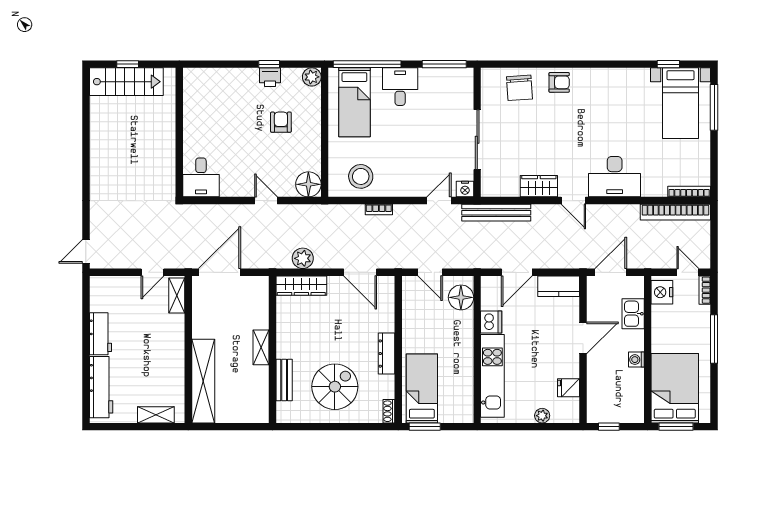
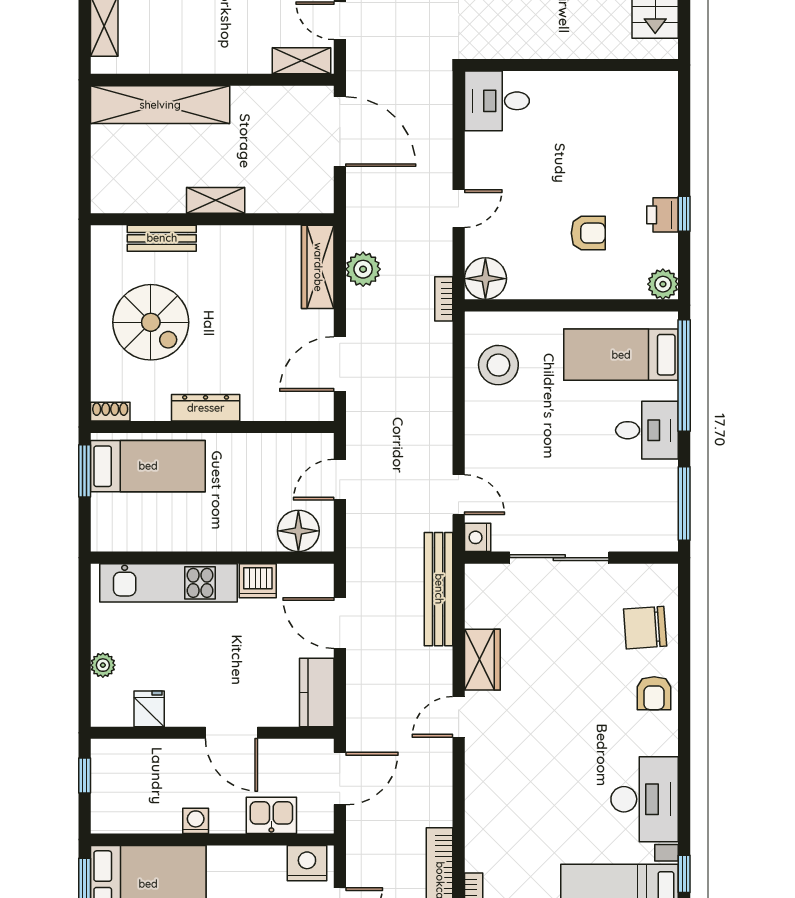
desk: (615, 177) -> (645, 799), moved, turned 180
bookcase: (379, 209) -> (444, 299), moved
door: (611, 272) -> (340, 779), hinge flipped

